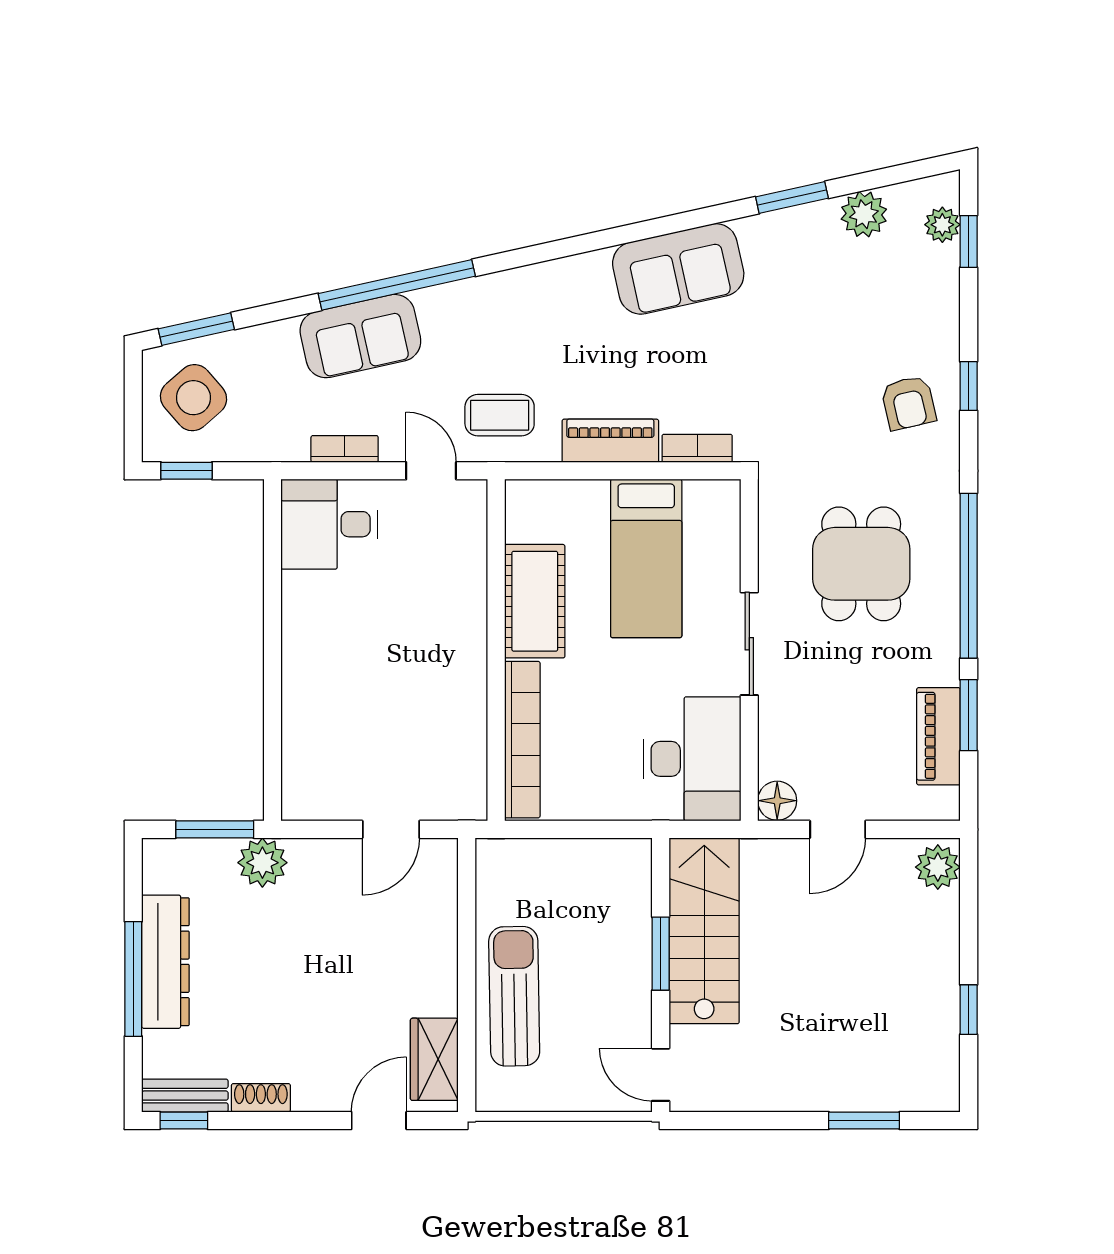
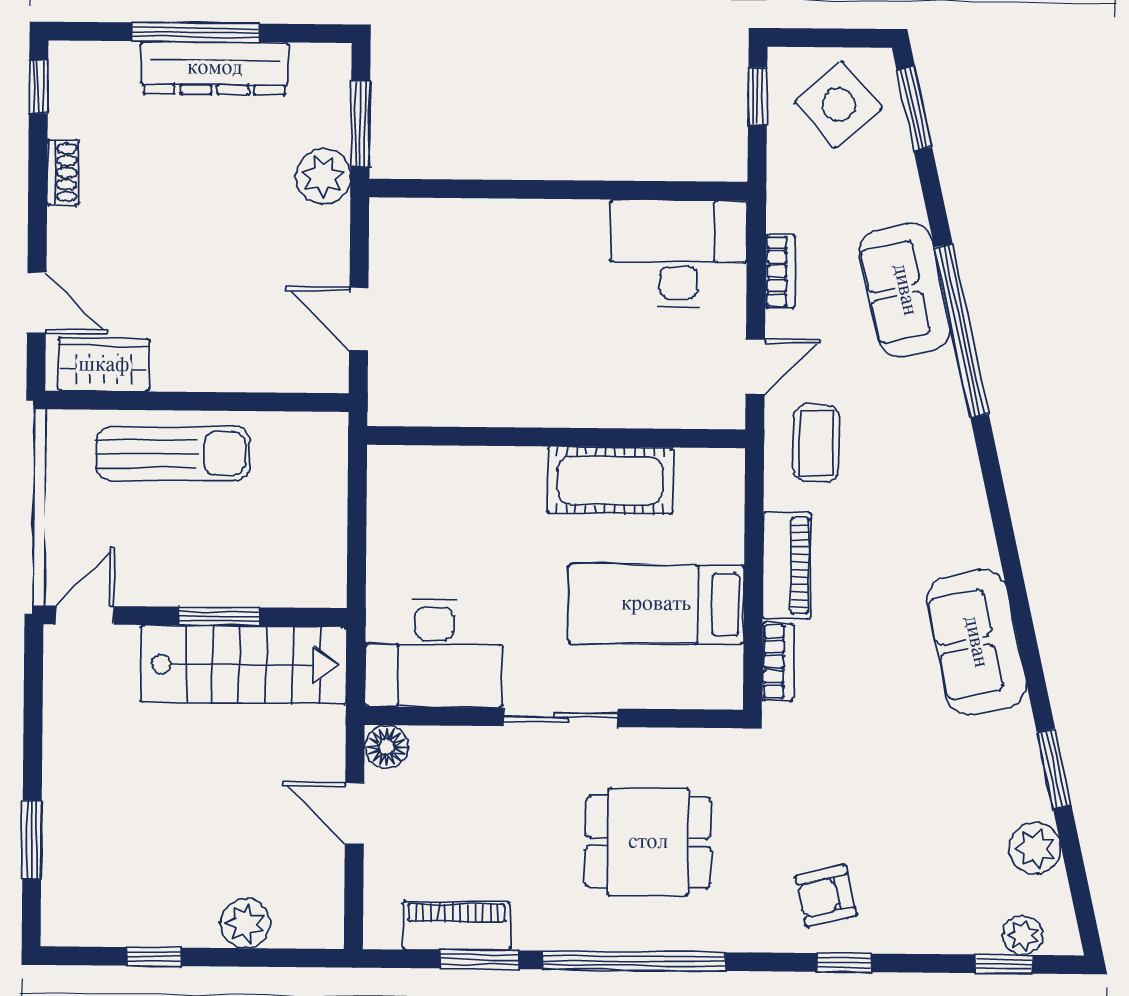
desk: (329, 524) -> (679, 254), width x1.37
bookcase: (522, 740) -> (457, 465), removed
plant: (938, 867) -> (245, 923), moved
bench: (185, 1096) -> (66, 88), removed

